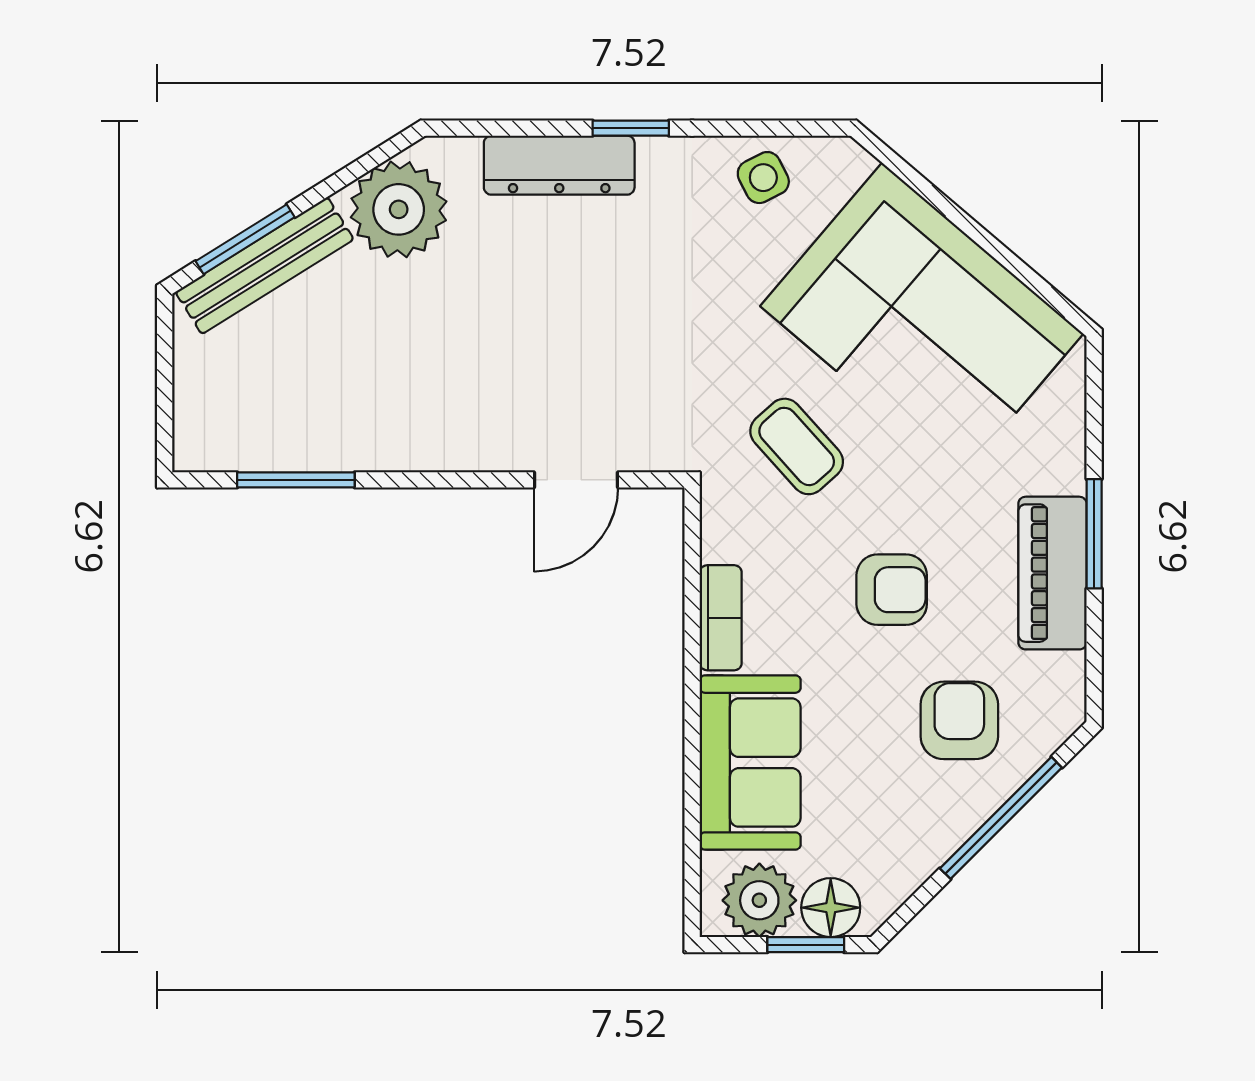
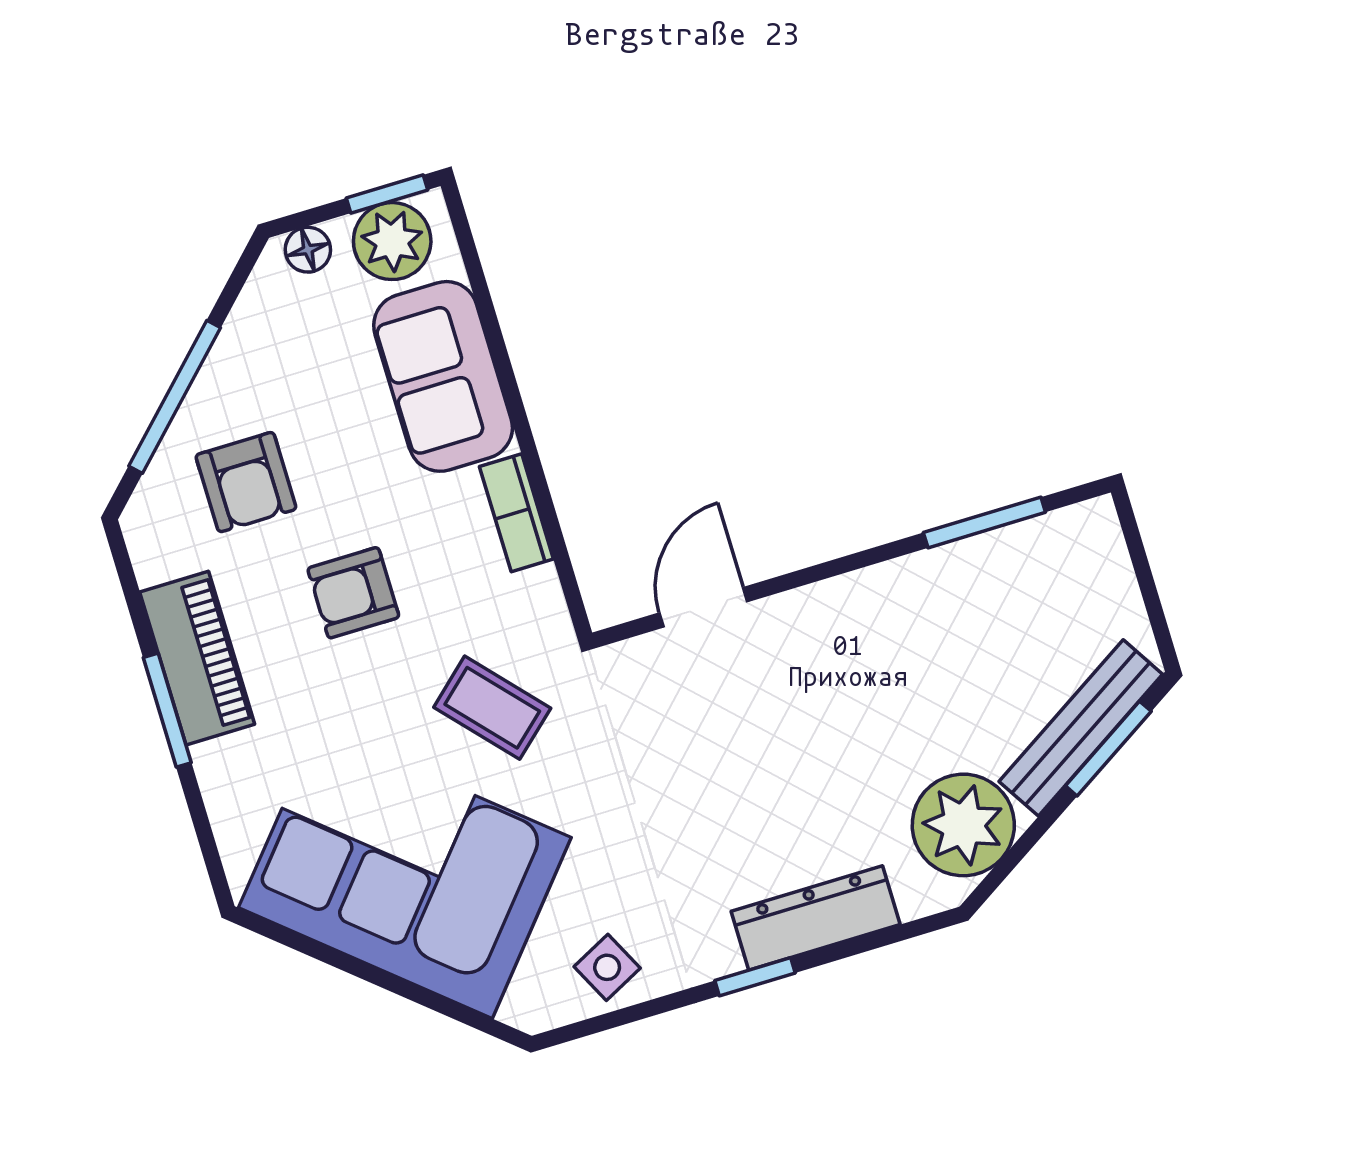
floor lamp: (831, 908) -> (308, 250), width x0.73, depth x0.73
window: (806, 945) -> (387, 194), moved

